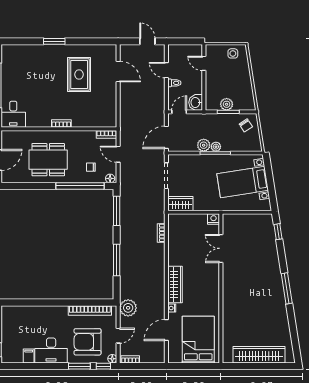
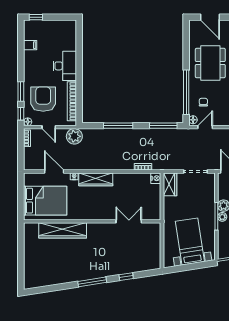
door: (118, 154) -> (205, 127), moved
nightstand: (214, 219) -> (156, 178), moved
window: (278, 232) -> (126, 277), moved
desk: (51, 350) -> (65, 66), moved, turned 180
wardrobe: (259, 355) -> (63, 230), moved, turned 90

